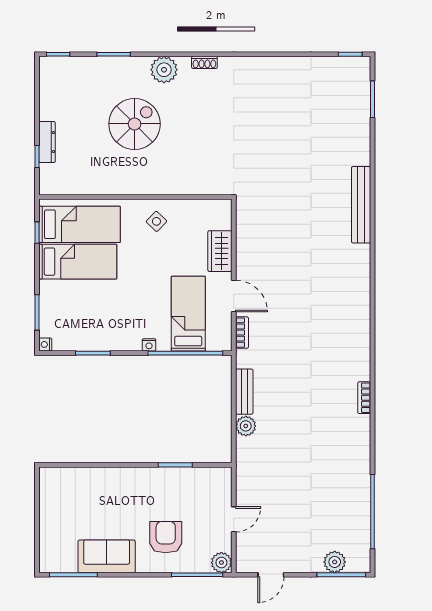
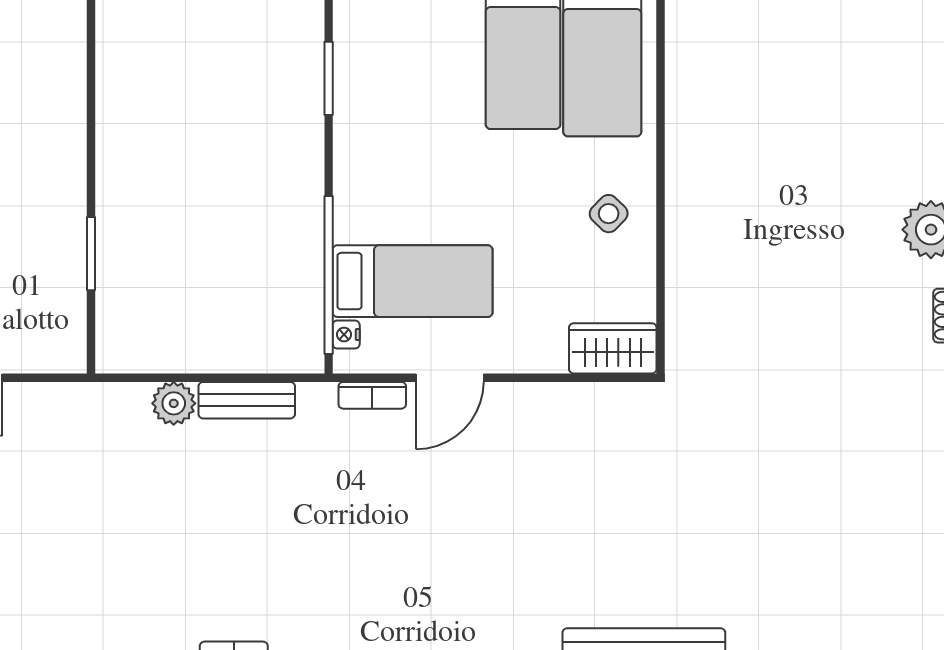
spiral stairs: (135, 124) -> (816, 167), removed
wardrobe: (220, 251) -> (613, 348), moved
nightstand: (149, 345) -> (346, 334), moved

